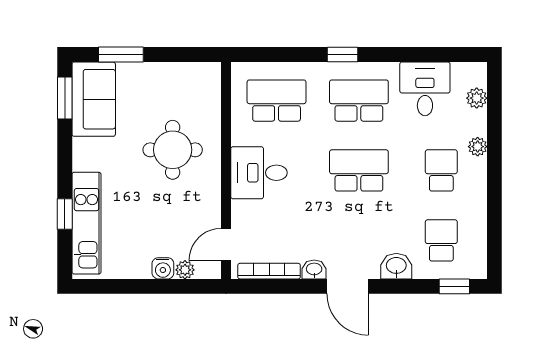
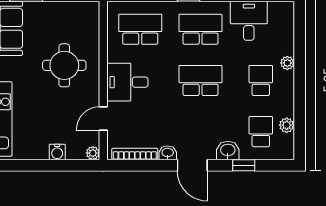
plant: (477, 98) -> (287, 125), moved
door: (226, 244) -> (103, 118), moved
plant: (185, 270) -> (93, 153), moved
window: (454, 286) -> (244, 165), moved

